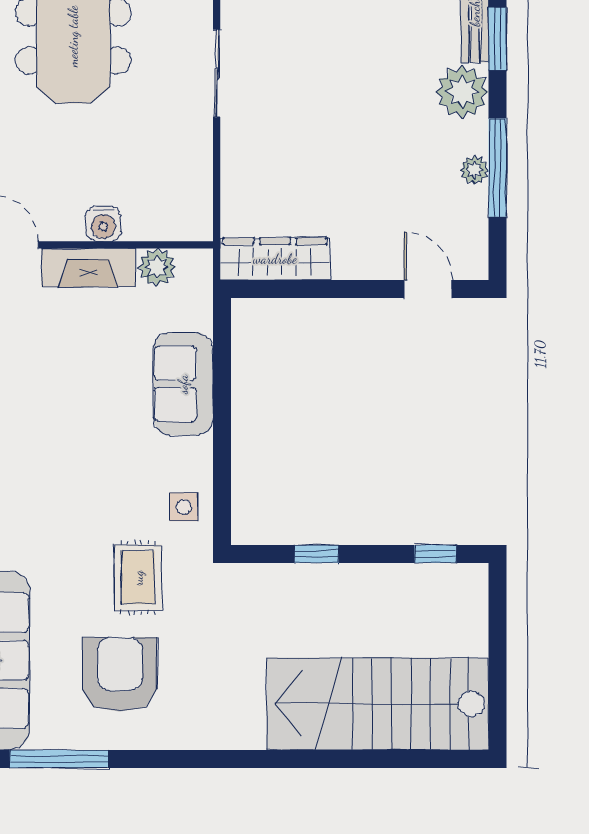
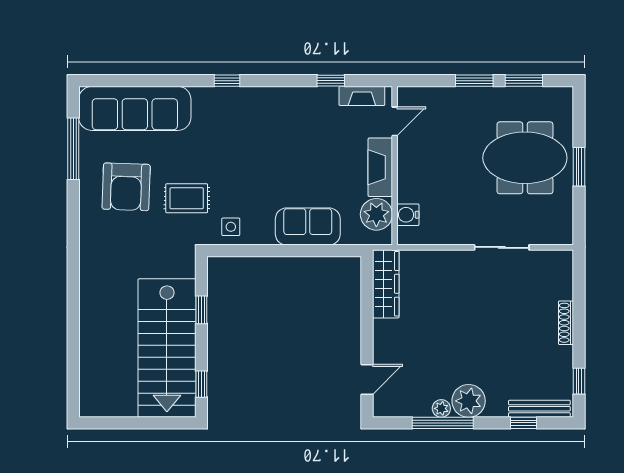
window: (498, 39) -> (524, 423), width x0.67
plant: (462, 92) -> (469, 401), moved
water cooler: (103, 224) -> (408, 215), moved
plant: (157, 267) -> (376, 214), width x1.36, depth x1.36
armchair: (120, 674) -> (126, 187), turned 92
stairs: (378, 704) -> (167, 348), moved, turned 180

